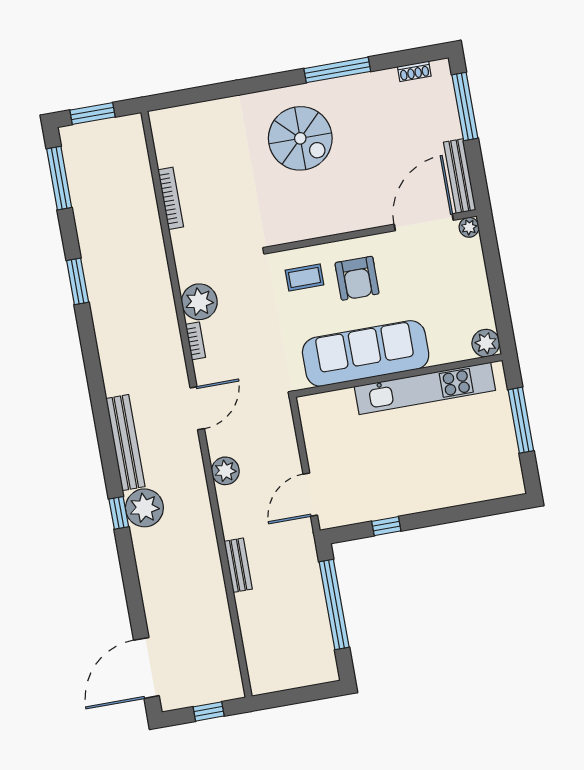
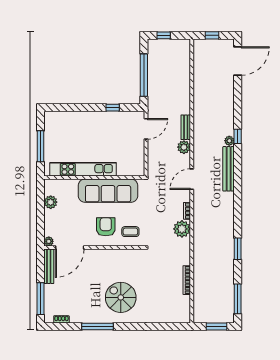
plant: (486, 343) -> (51, 202), moved
plant: (144, 508) -> (229, 141), width x0.53, depth x0.53
bench: (238, 565) -> (186, 127), moved
window: (308, 694) -> (164, 35), added

